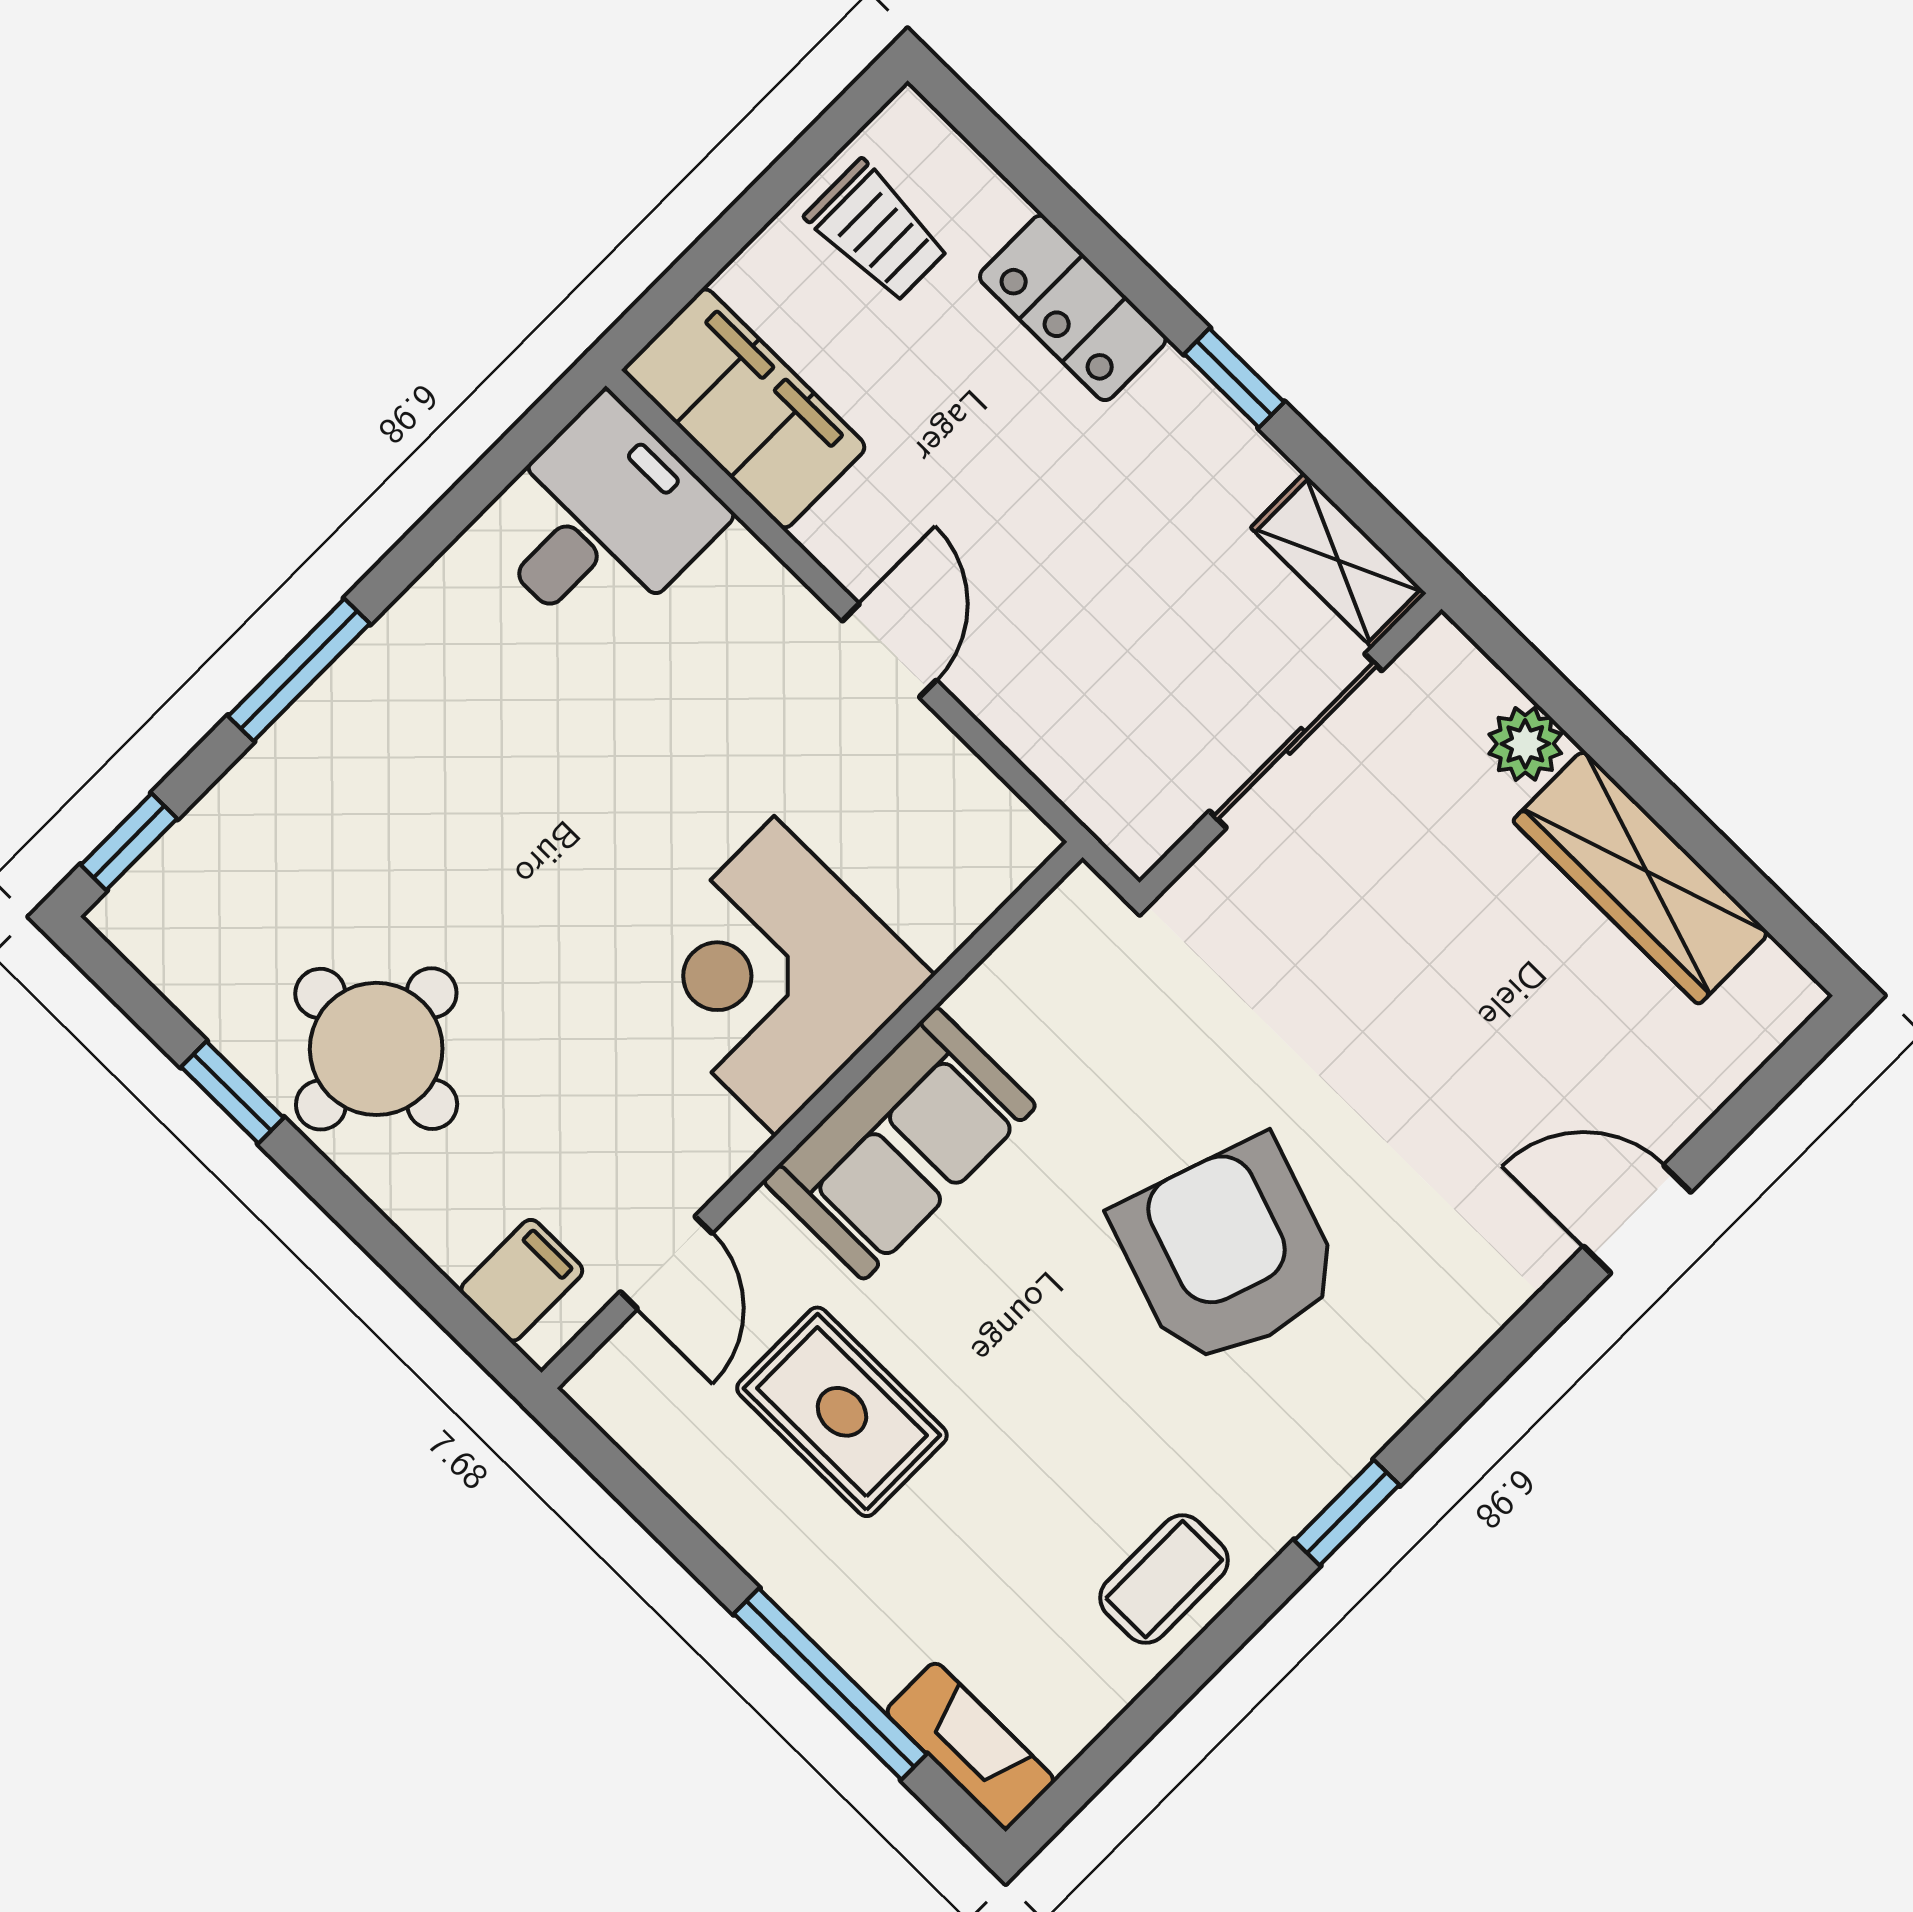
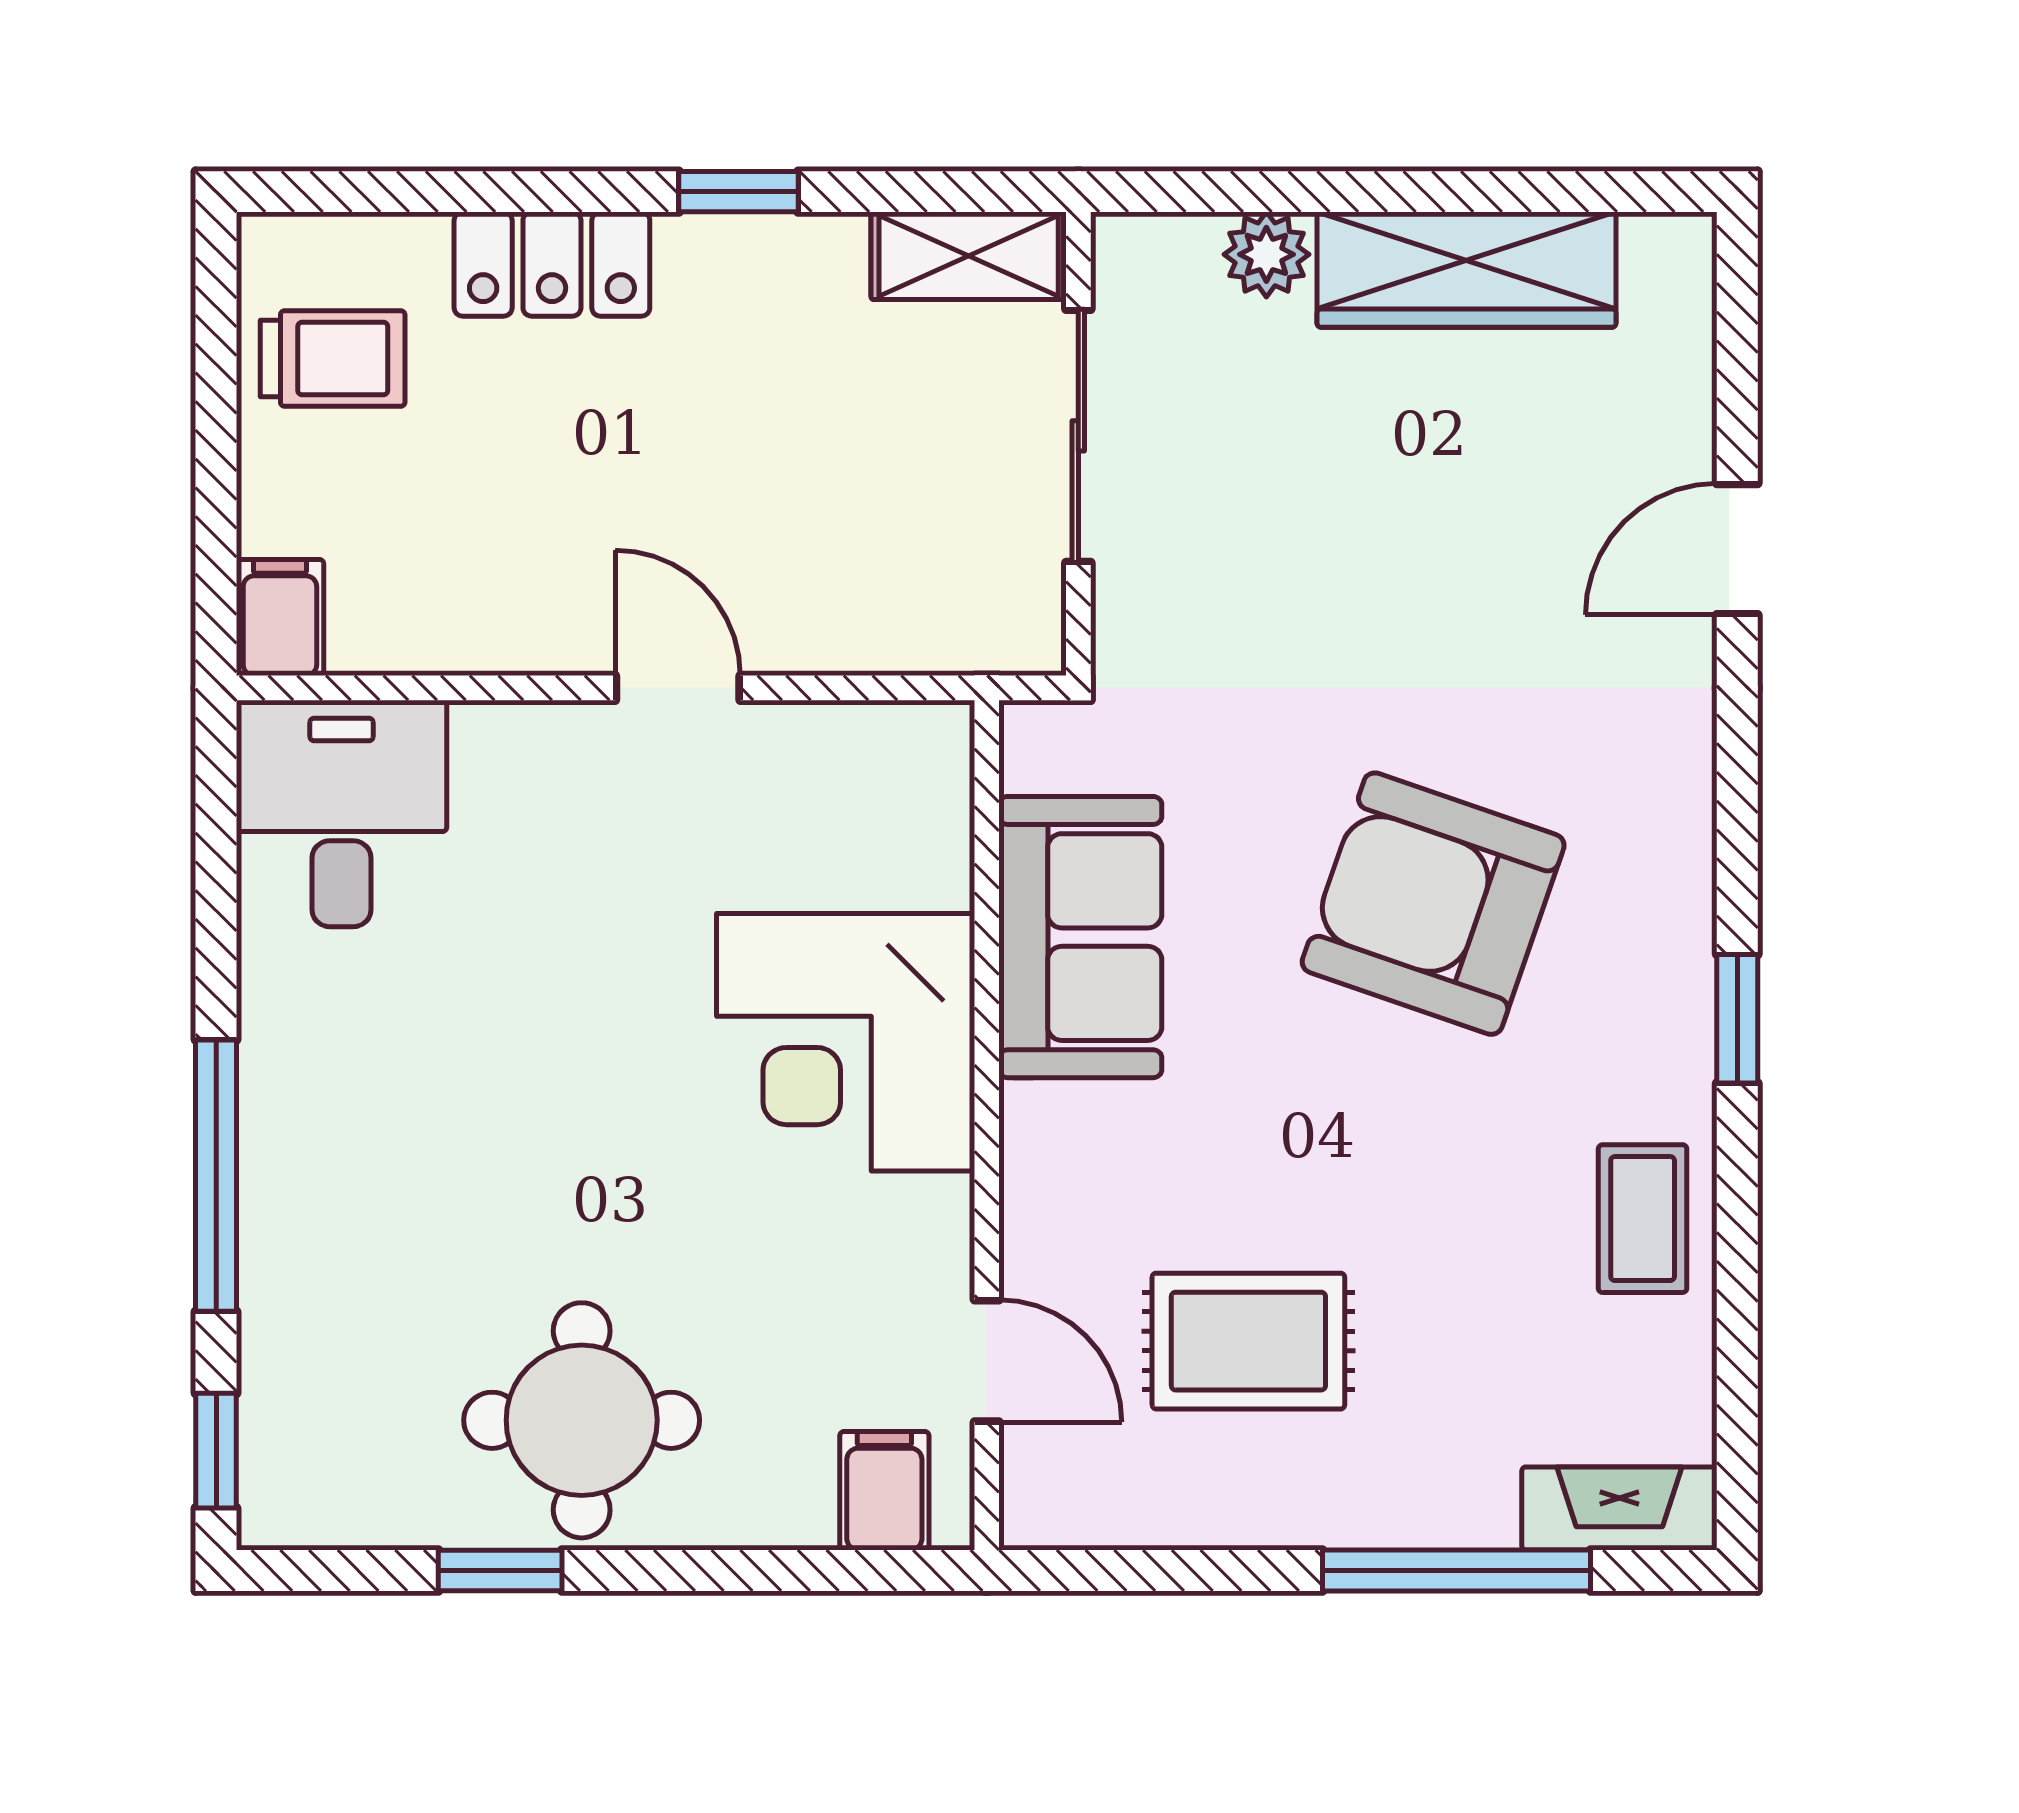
filing cabinet: (745, 408) -> (280, 617), width x0.33, depth x0.86
window: (299, 670) -> (216, 1176), width x1.44
sofa: (900, 1143) -> (1080, 937), moved

